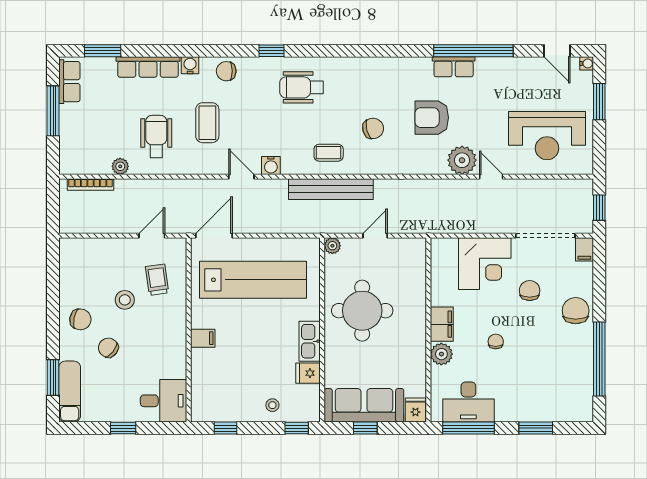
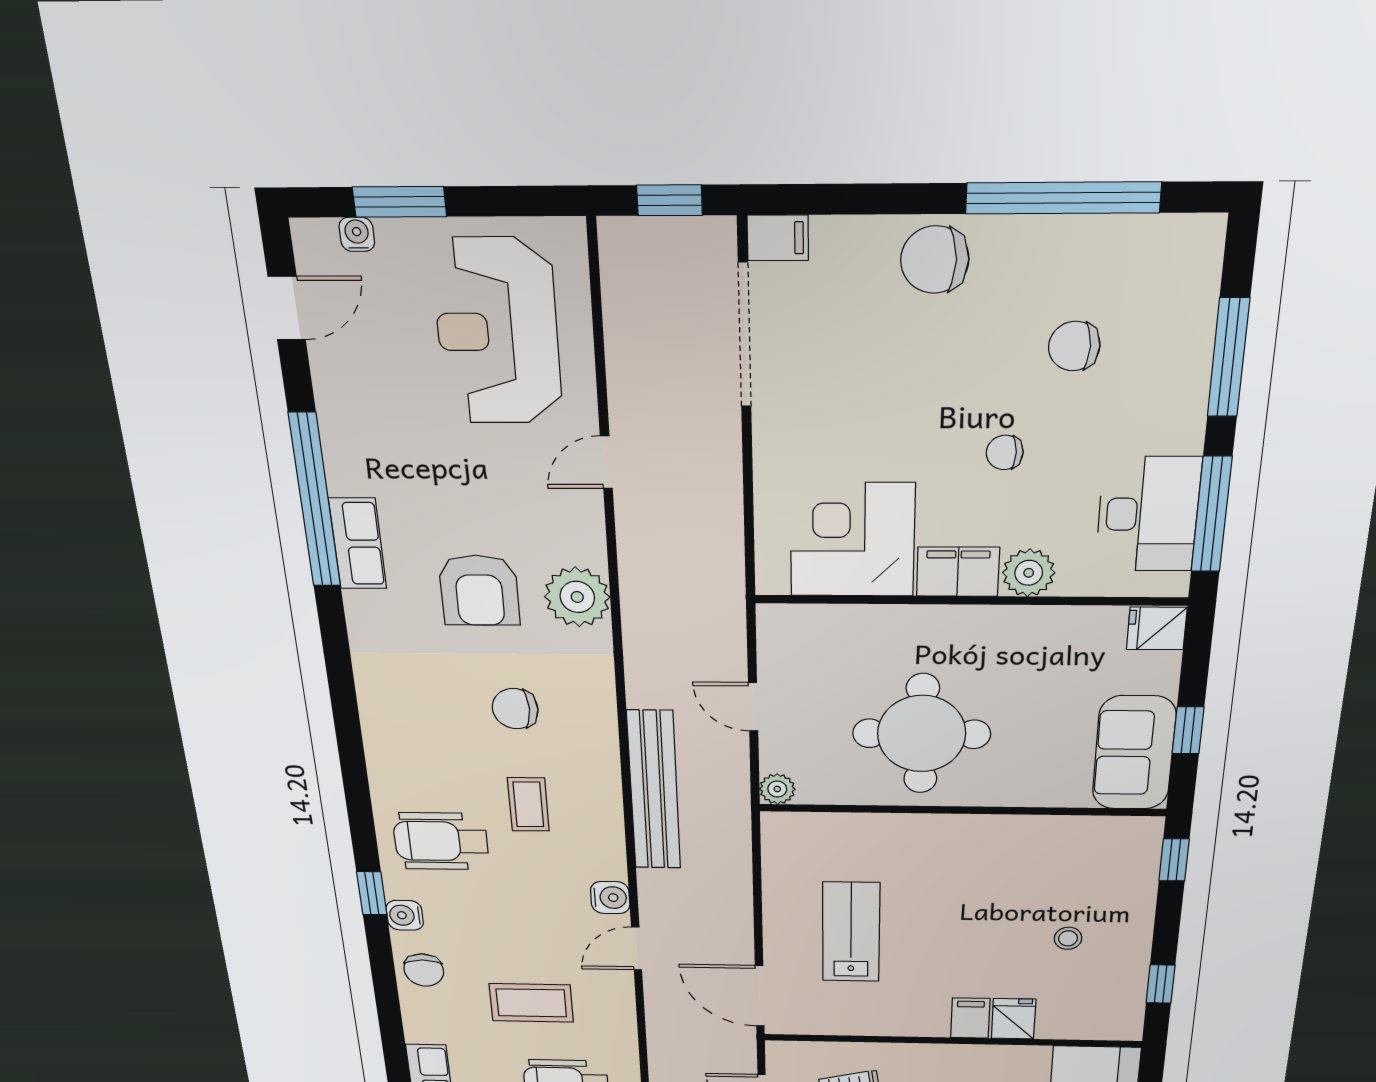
water cooler: (587, 63) -> (357, 234), moved
water cooler: (190, 65) -> (405, 915), moved
wheelchair: (302, 87) -> (441, 841), turned 90
chair: (373, 128) -> (515, 709), turned -76
reception desk: (547, 136) -> (497, 332), turned 180
coffee table: (329, 153) -> (528, 804), moved
plant: (462, 160) -> (577, 597), moved
corner desk: (485, 264) -> (852, 540), moved, turned -90
lab bench: (253, 280) -> (851, 932), width x0.54, depth x0.72
chair: (530, 291) -> (1074, 346), moved
kitchen sink: (310, 341) -> (985, 834), removed
fridge: (308, 373) -> (1013, 1019), moved, turned 180
stool: (272, 405) -> (1068, 938), moved
sofa: (364, 405) -> (1134, 753), width x0.73
window: (536, 428) -> (1228, 358), width x1.44

